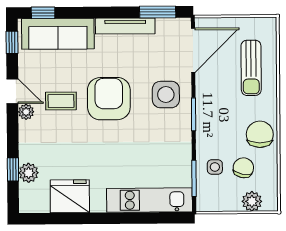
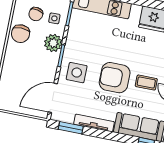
sun lounger: (251, 68) -> (17, 78), removed
armchair: (109, 99) -> (115, 78), turned 90
plant: (209, 131) -> (53, 43), added

